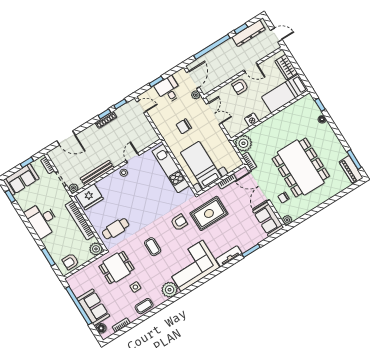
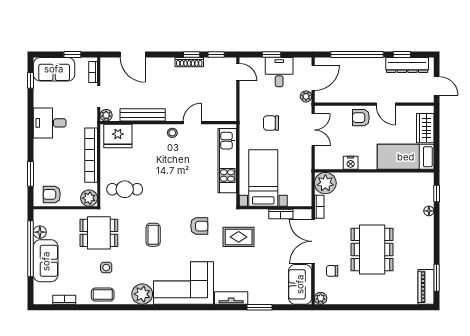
dining table: (301, 167) -> (372, 250), width x0.73, depth x0.80
rug: (209, 213) -> (239, 237), width x0.73, depth x0.70
desk: (42, 220) -> (50, 123), width x0.73
floor lamp: (101, 328) -> (40, 232), moved

